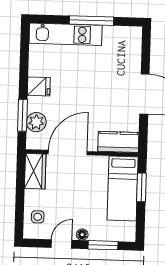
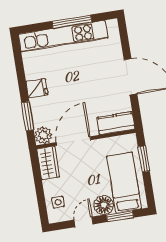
kitchen unit: (66, 34) -> (63, 36), width x1.36
plant: (36, 122) -> (43, 135), moved
bed: (123, 189) -> (124, 183), moved, turned 180
floor lamp: (82, 235) -> (104, 205), width x1.89, depth x1.89

